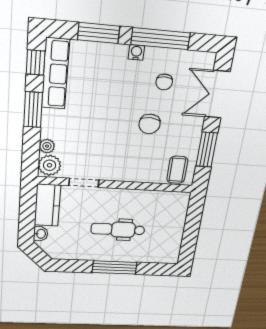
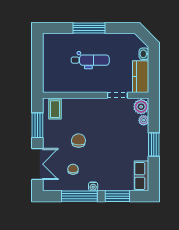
window: (36, 63) -> (154, 175), removed
row of seats: (55, 74) -> (141, 176), width x0.68

